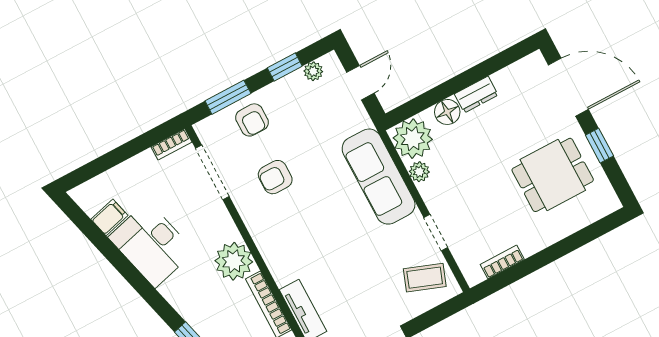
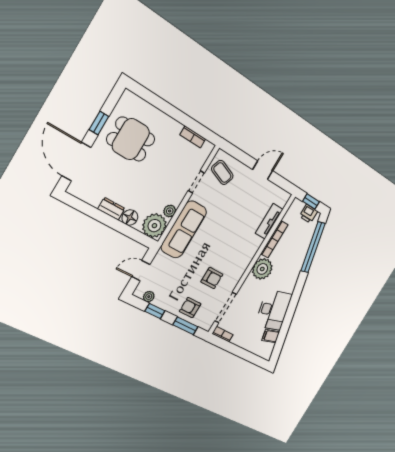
armchair: (252, 120) -> (190, 308), turned -90

